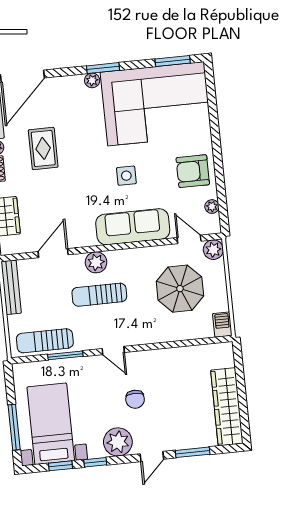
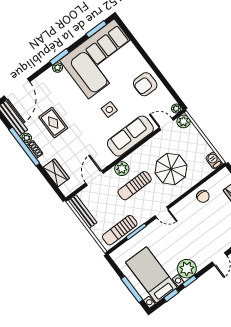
plant: (212, 207) -> (176, 109), moved
parasol: (180, 289) -> (171, 169), moved
chair: (135, 399) -> (203, 196), moved
plant: (118, 442) -> (187, 269), moved

